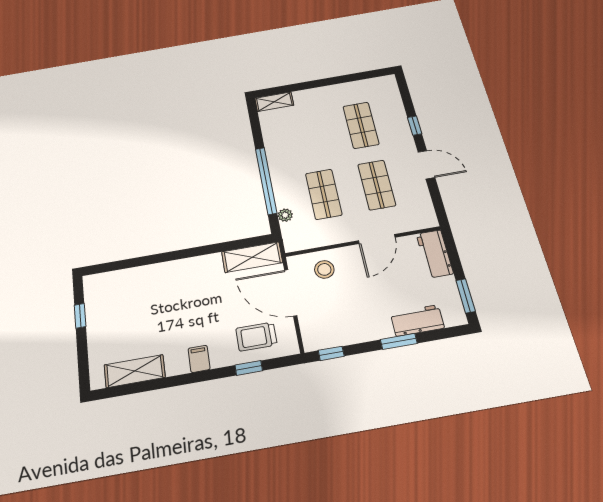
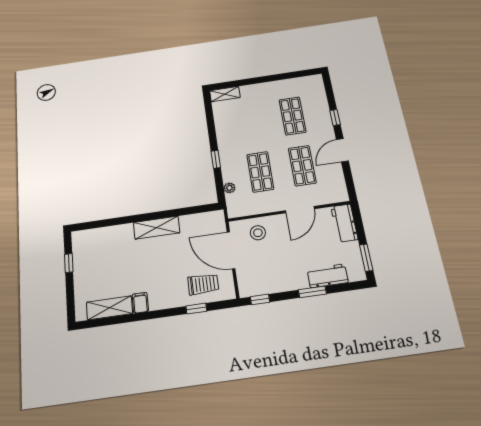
door: (426, 165) -> (342, 150), swing flipped
window: (266, 181) -> (216, 159), width x0.32
shelving: (252, 257) -> (157, 228), moved
trolley: (256, 337) -> (203, 284), turned 180
filing cabinet: (199, 359) -> (140, 303), moved

